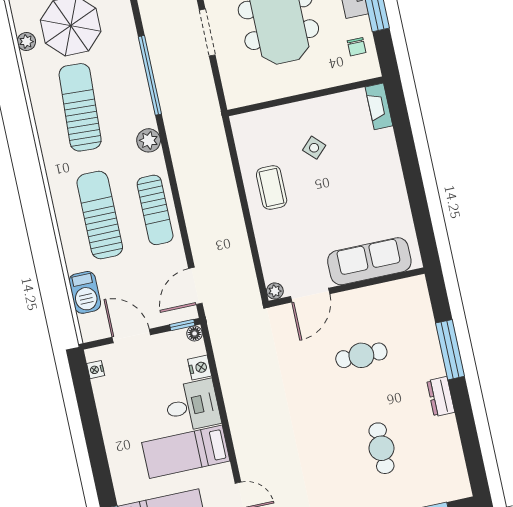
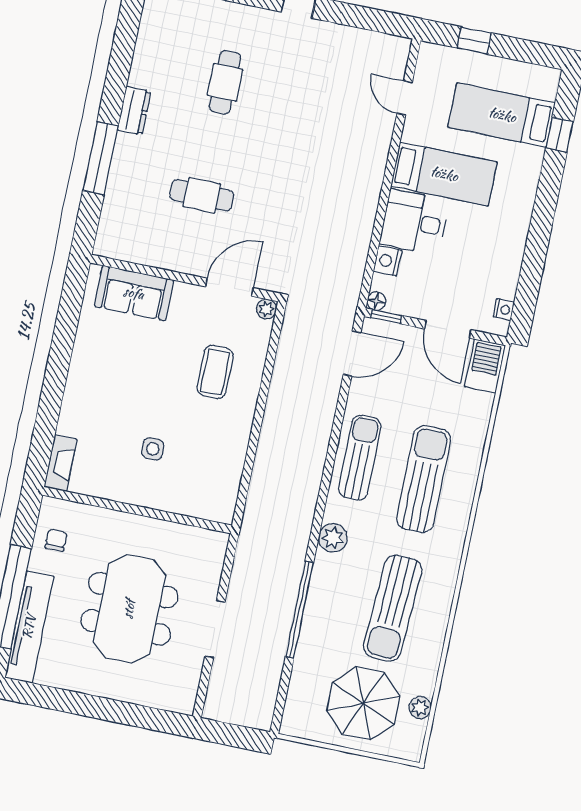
side table: (314, 148) -> (153, 449), turned 45
coffee table: (272, 187) -> (215, 372), moved
sun lounger: (100, 215) -> (424, 479), turned 180
sofa: (369, 261) -> (134, 293), width x0.73
barbecue: (85, 292) -> (485, 366), moved

